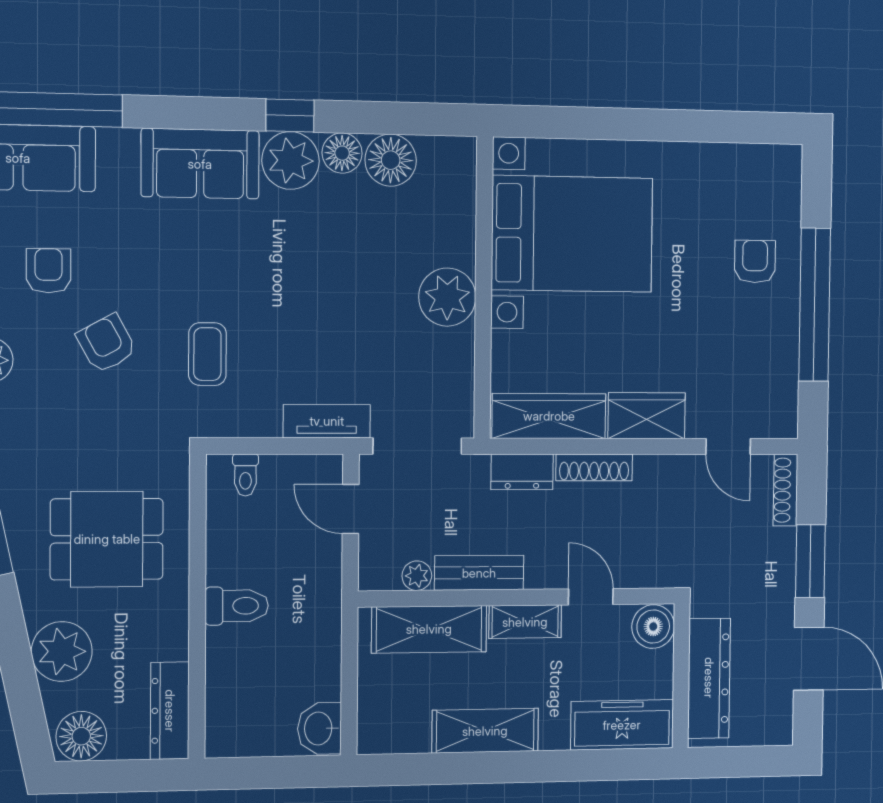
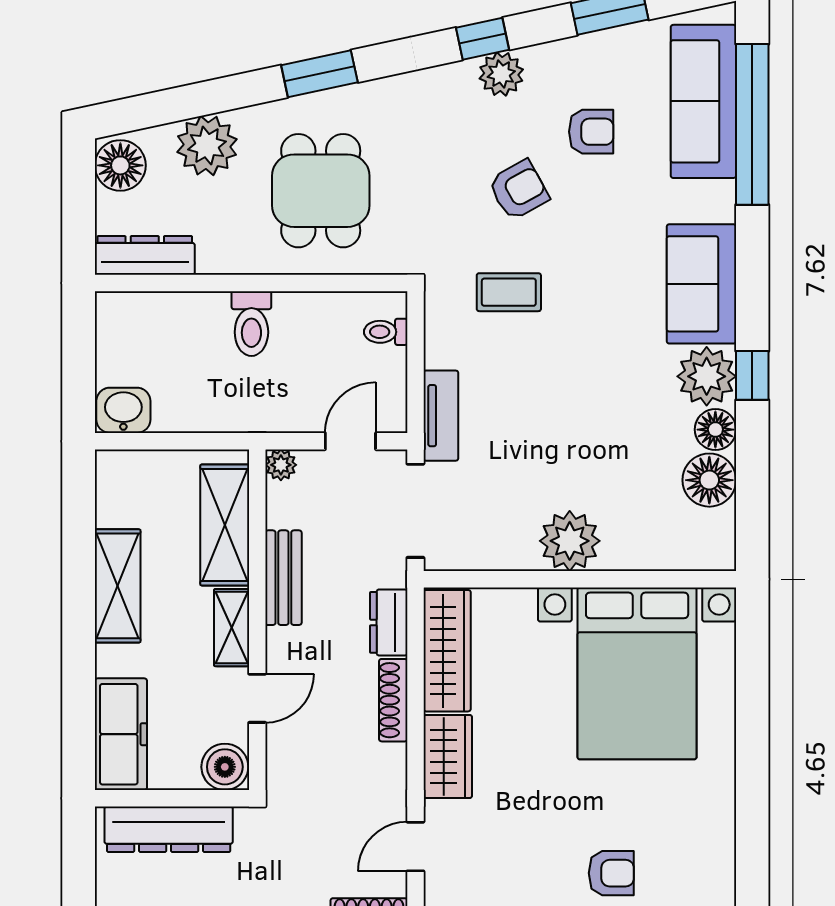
plant: (417, 576) -> (281, 465), moved

